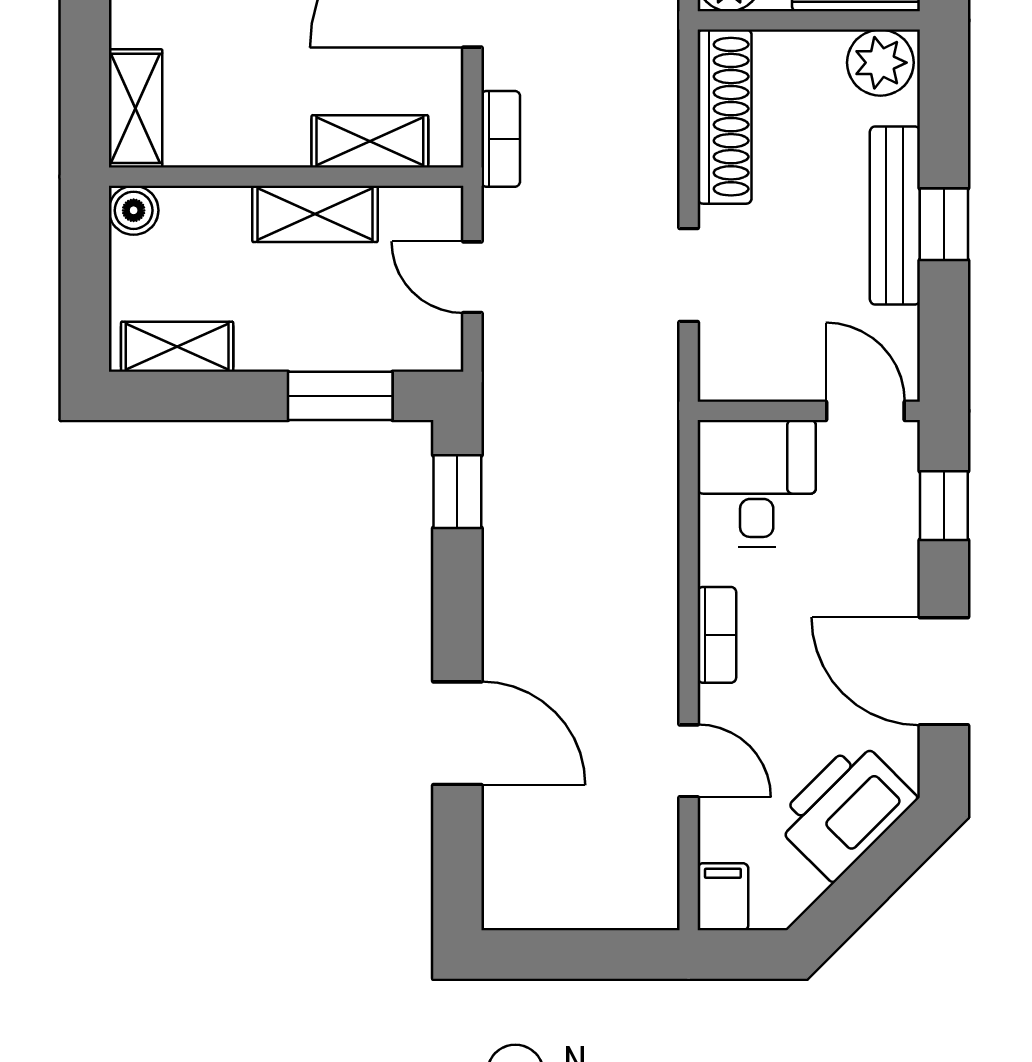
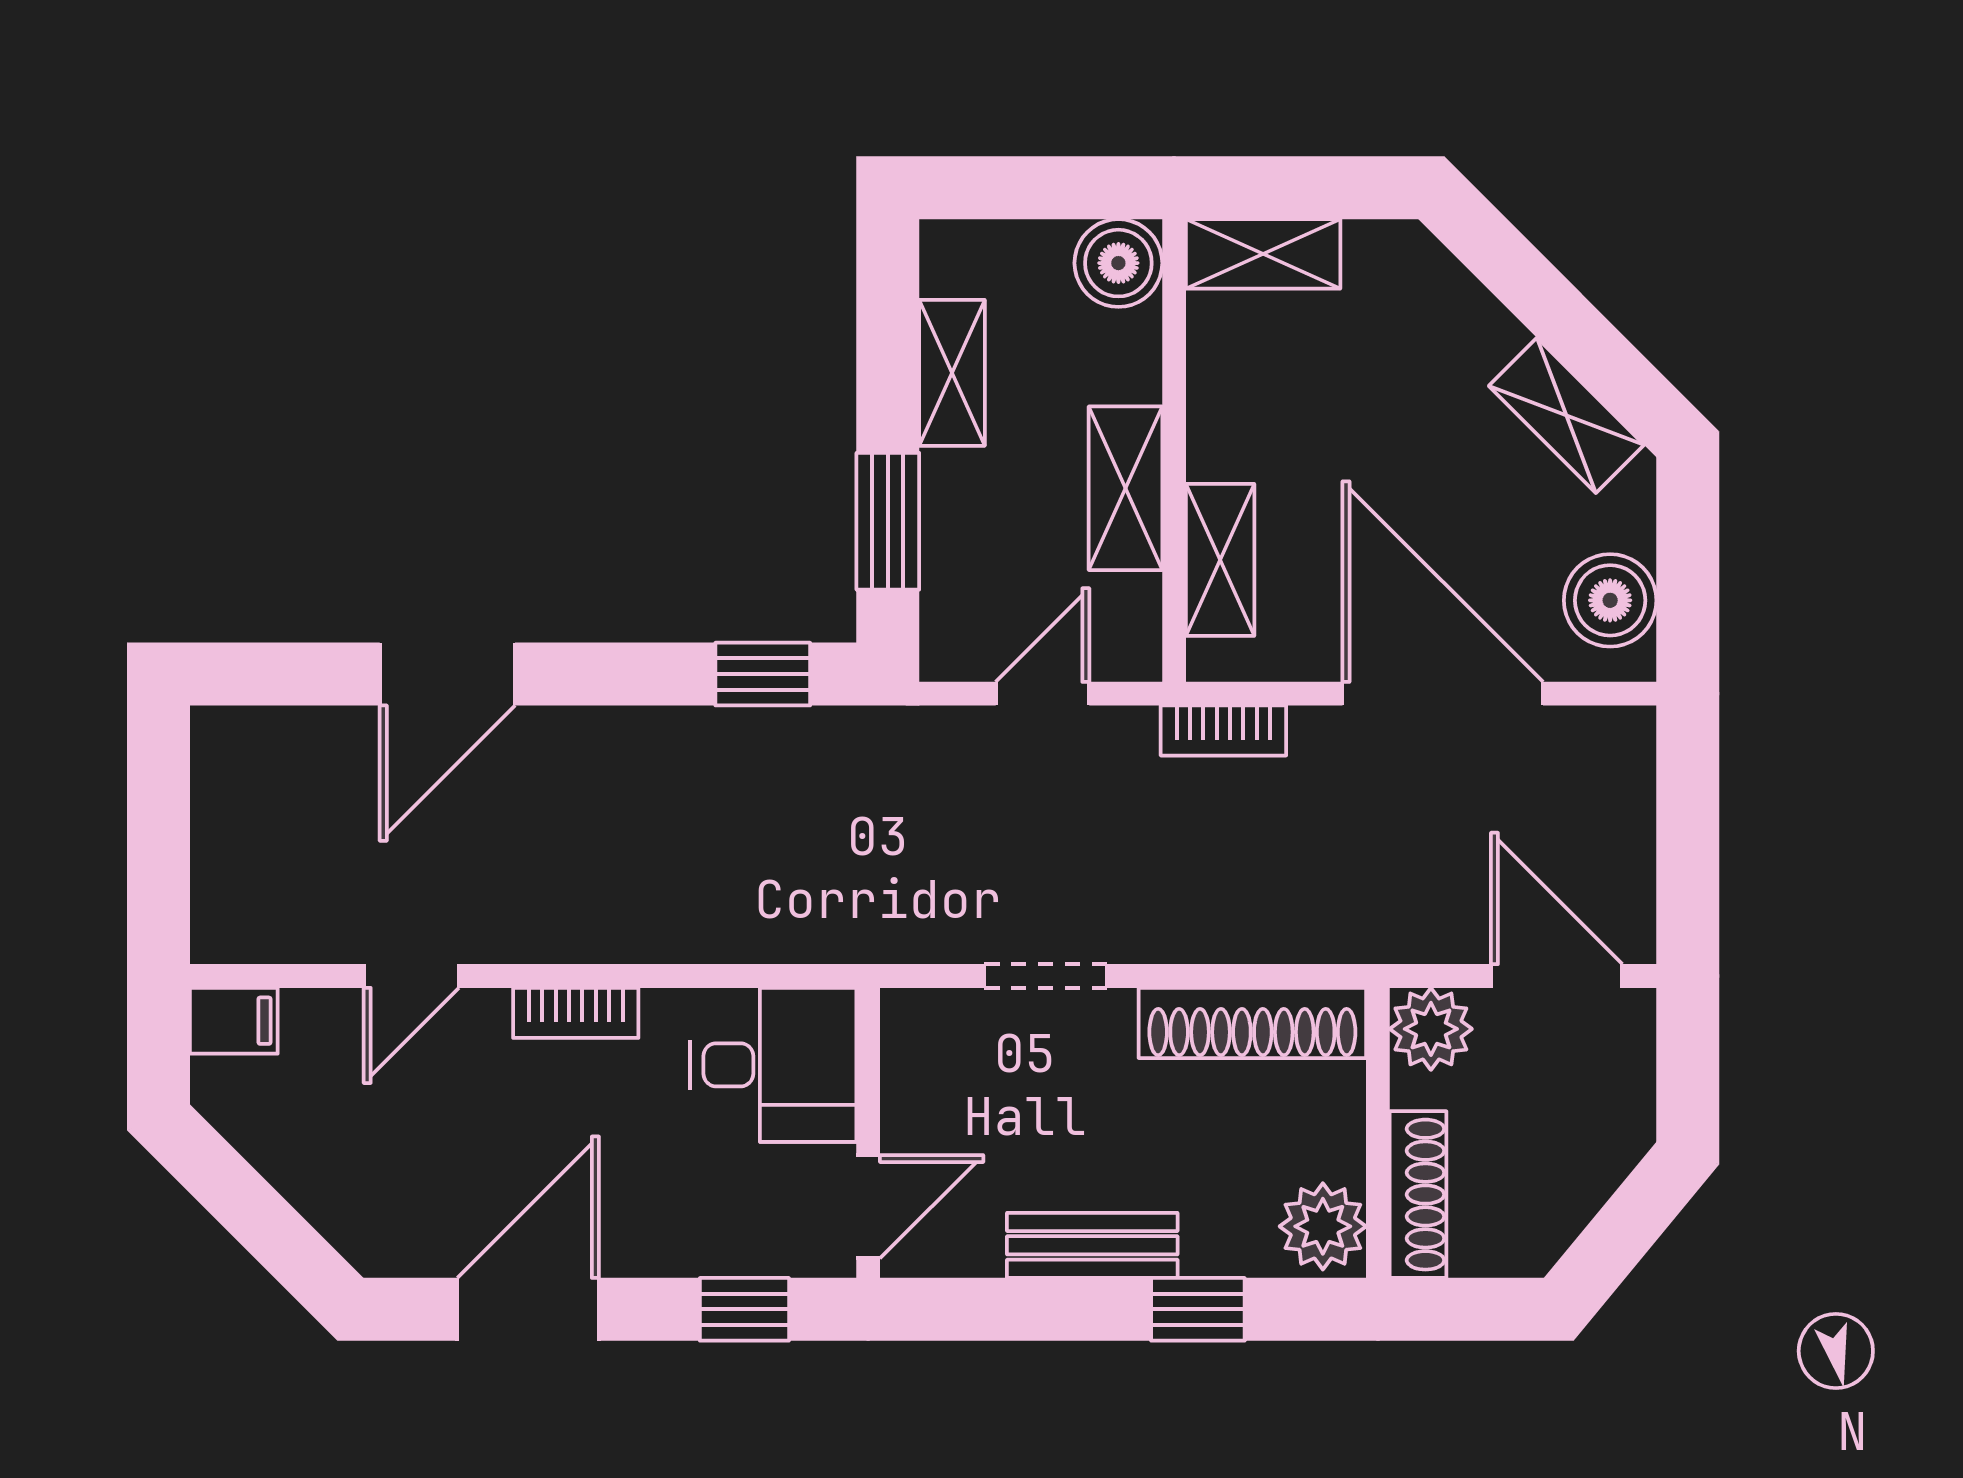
boiler: (134, 210) -> (1118, 263), width x1.36, depth x1.36
bench: (895, 216) -> (1092, 1245), width x0.73
window: (944, 224) -> (1198, 1309), moved
shelving: (177, 347) -> (952, 373), moved
printer: (845, 810) -> (347, 1181), removed

